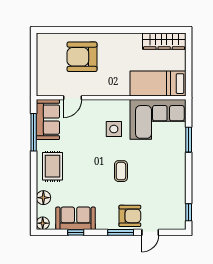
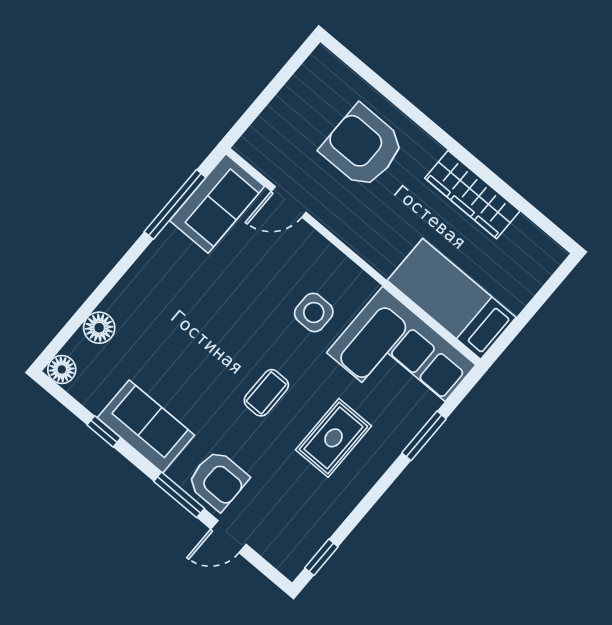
wardrobe: (164, 41) -> (472, 195), moved
rug: (52, 166) -> (333, 438), moved
sofa: (76, 218) -> (146, 426), moved

